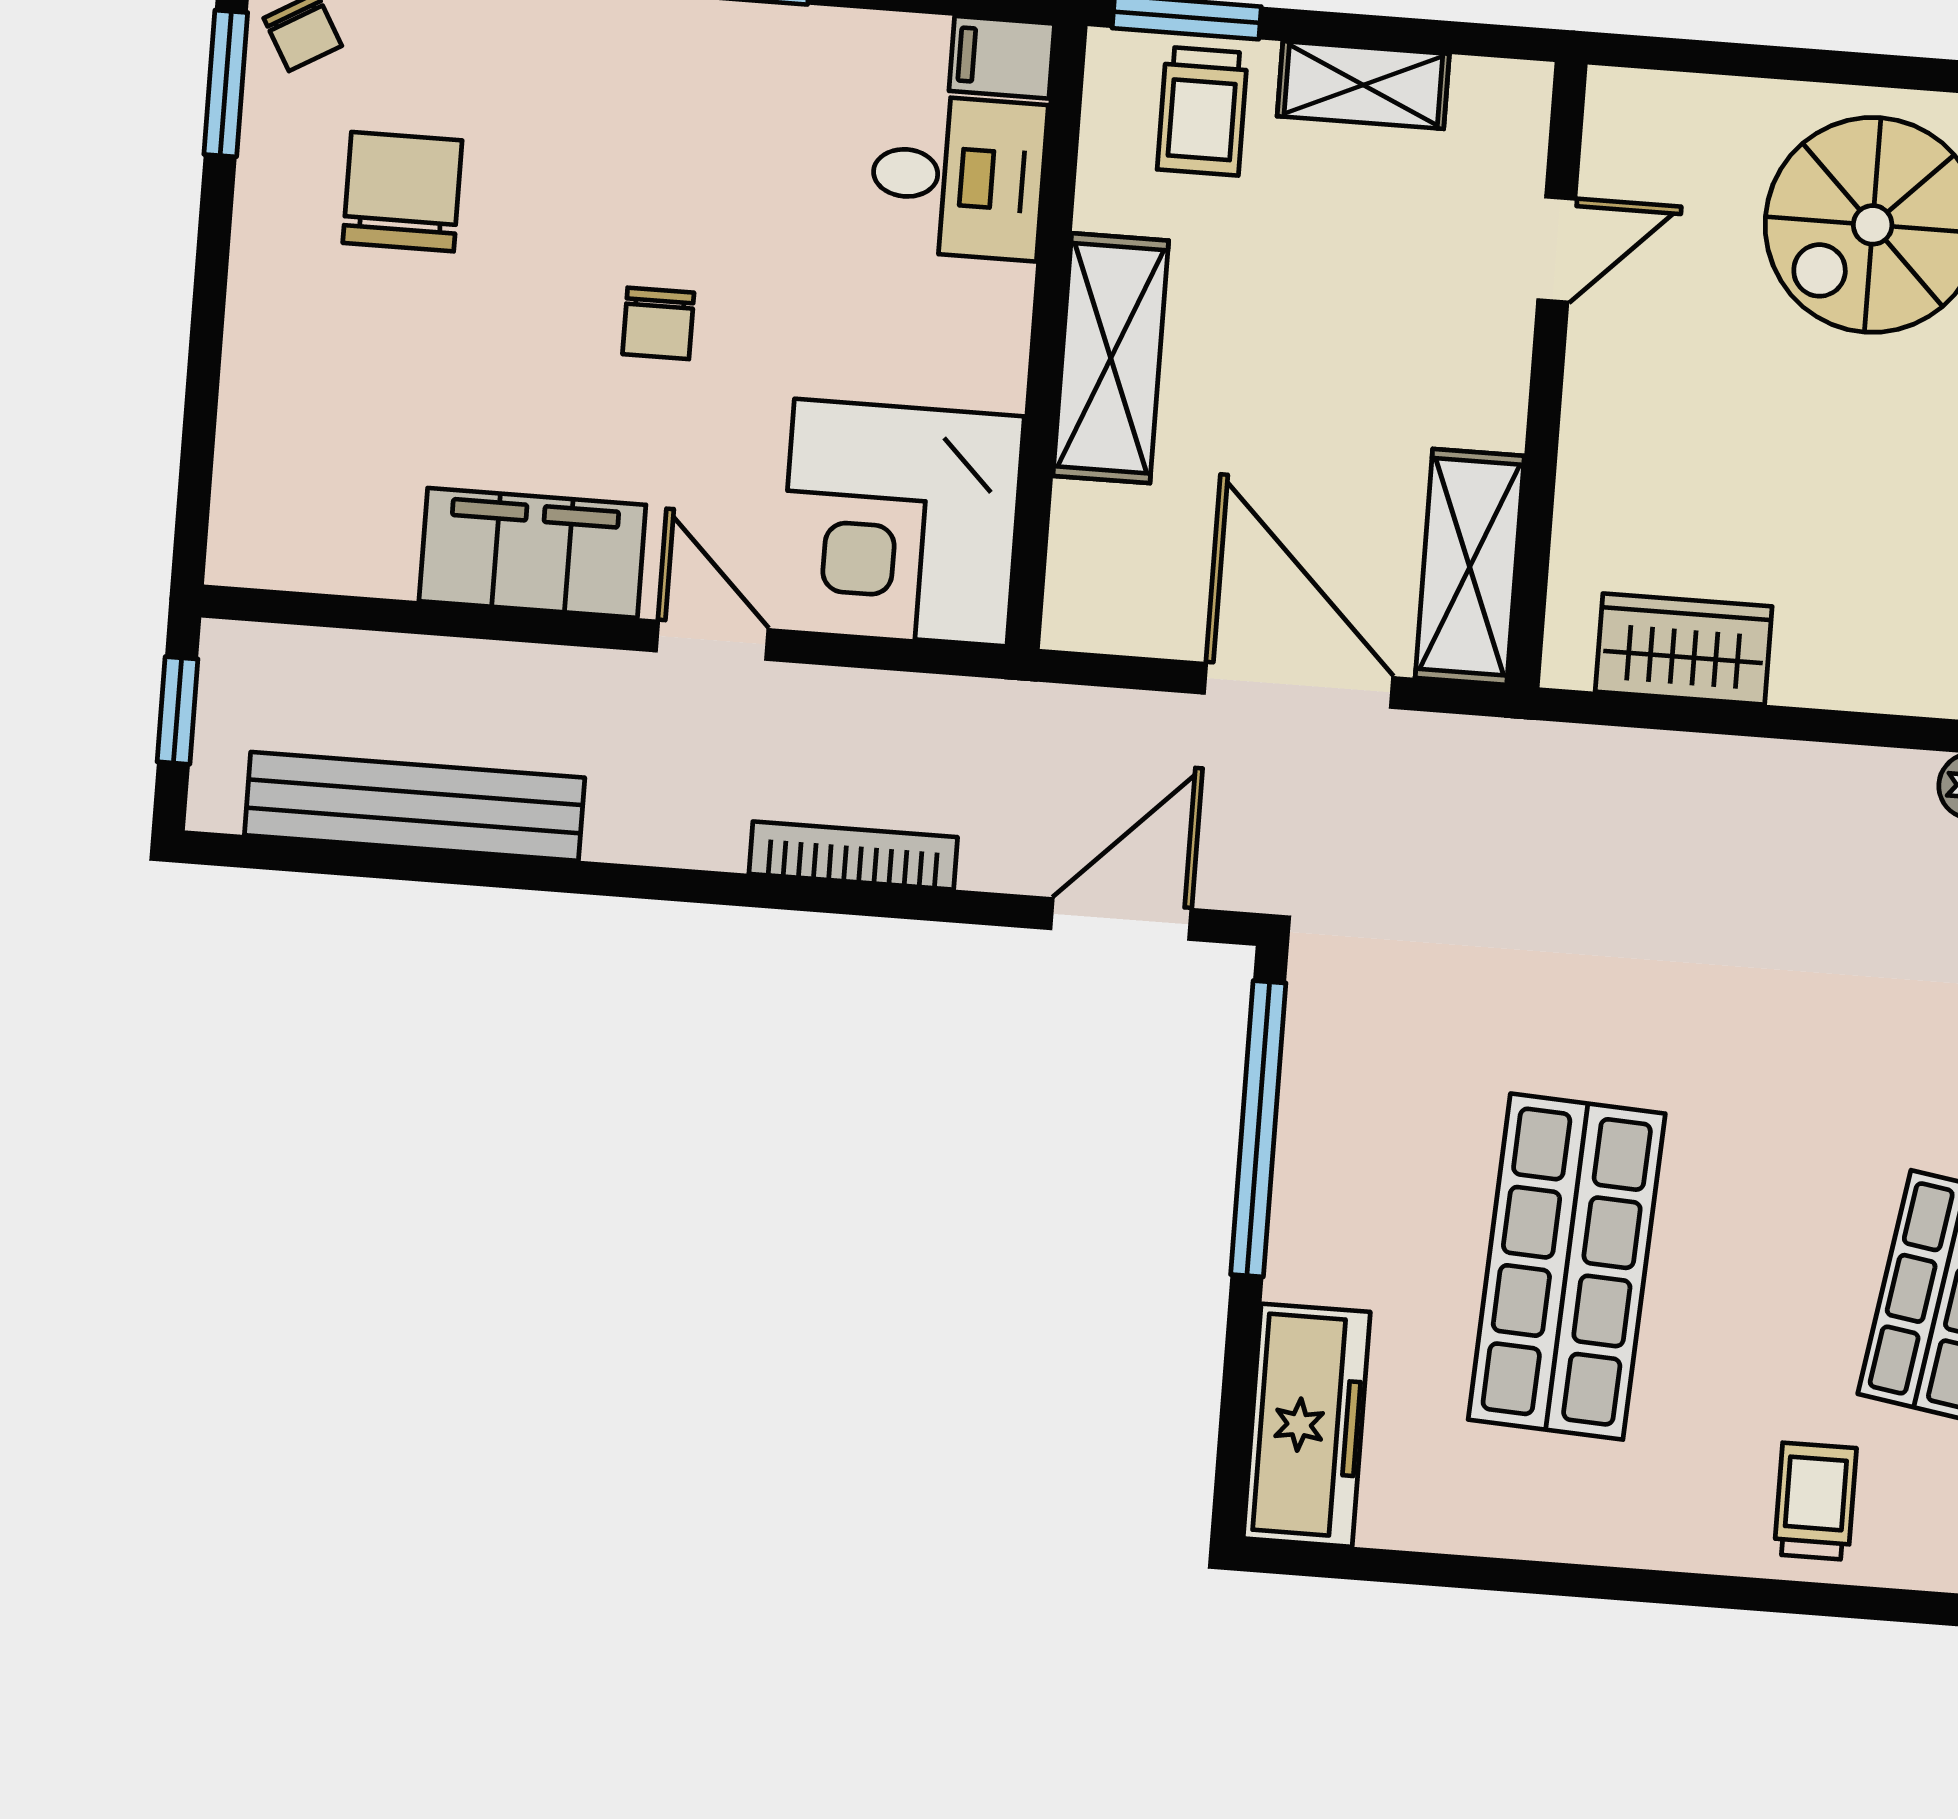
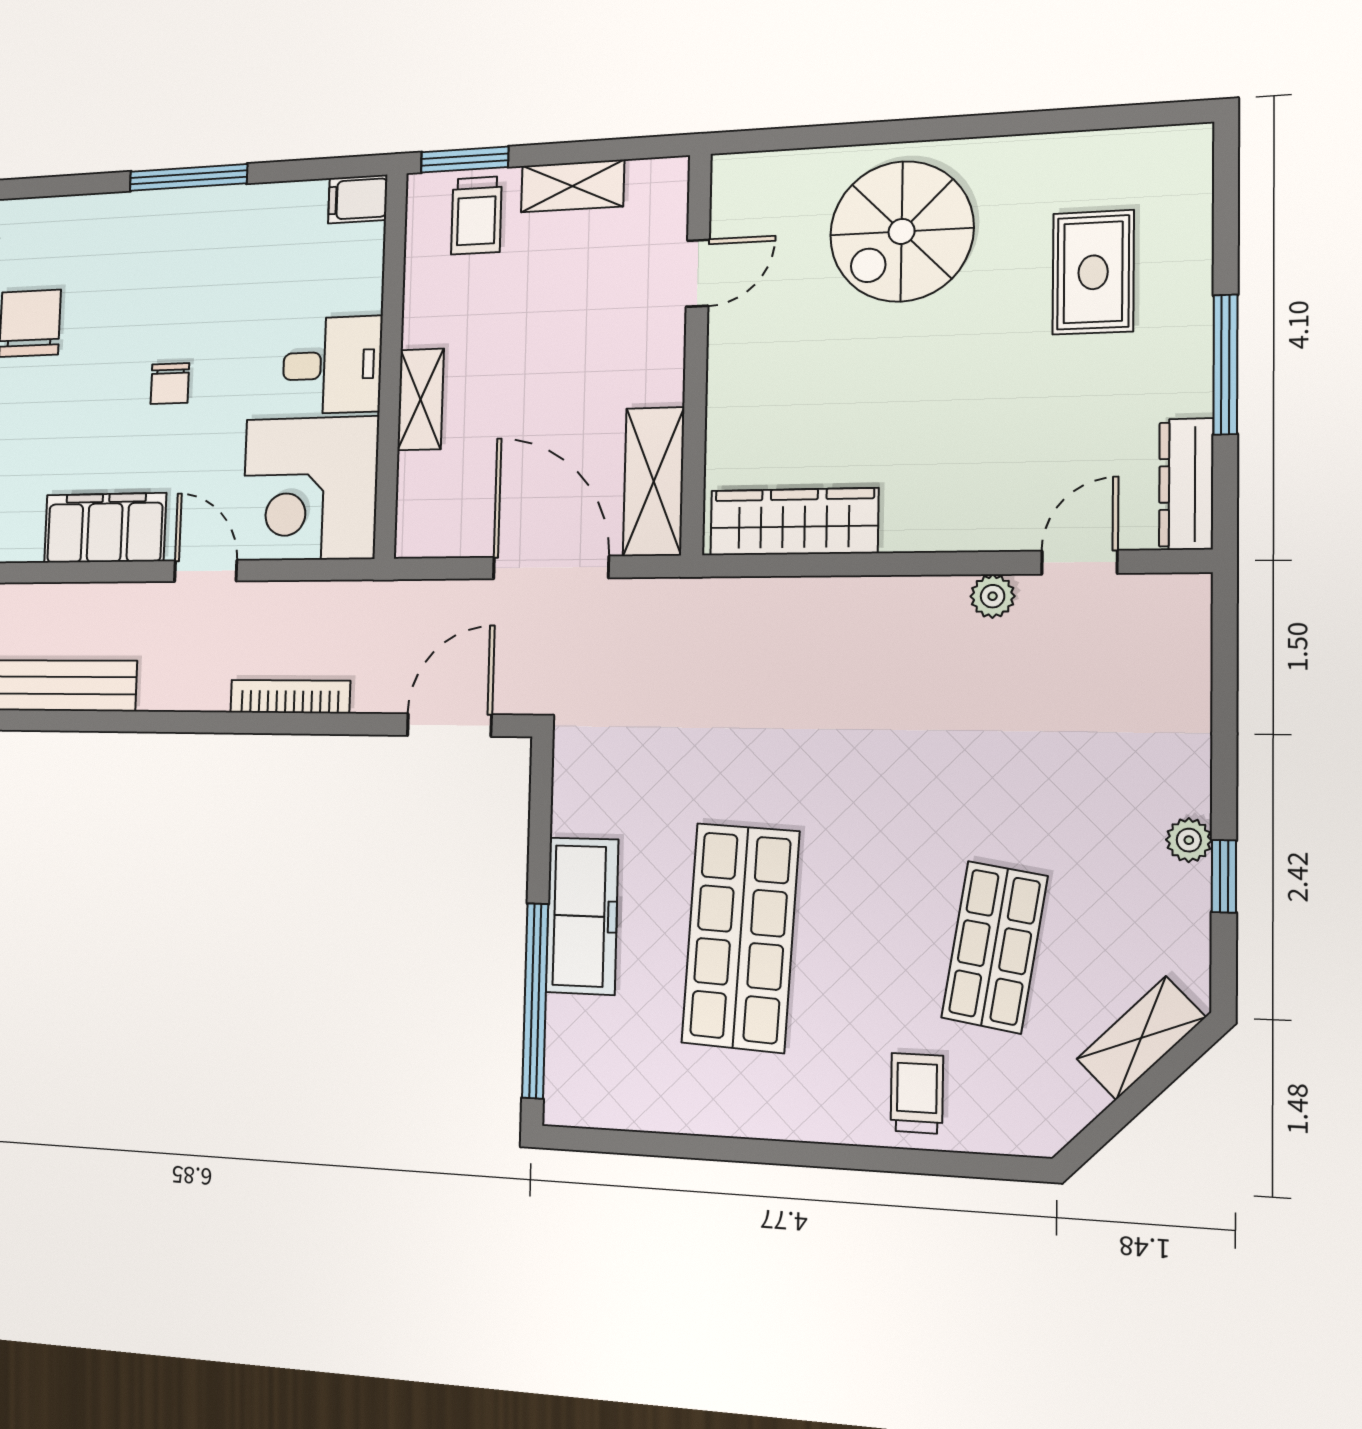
desk: (958, 177) -> (332, 365), moved
shelving: (1111, 358) -> (421, 399), width x0.67, depth x0.75
wardrobe: (1684, 649) -> (794, 522), width x1.50
window: (1258, 1129) -> (535, 1001), moved
freezer: (1307, 1425) -> (582, 916), moved

